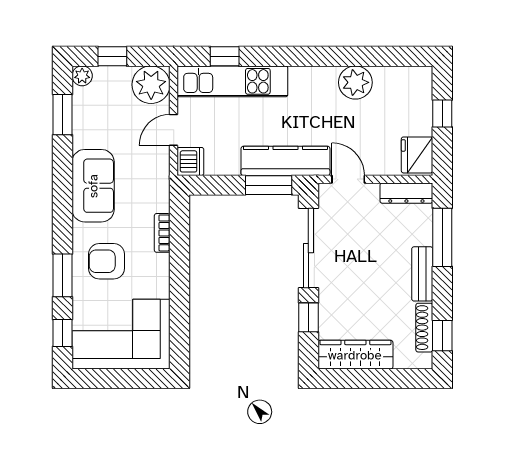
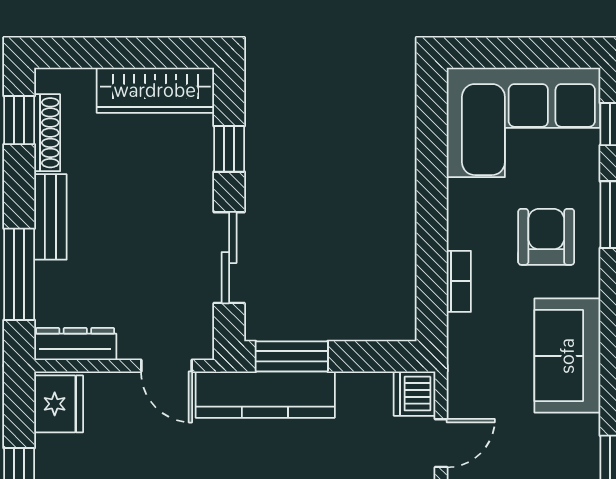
sliding door: (308, 248) -> (229, 258), width x0.73
armchair: (106, 261) -> (546, 237), turned -90

